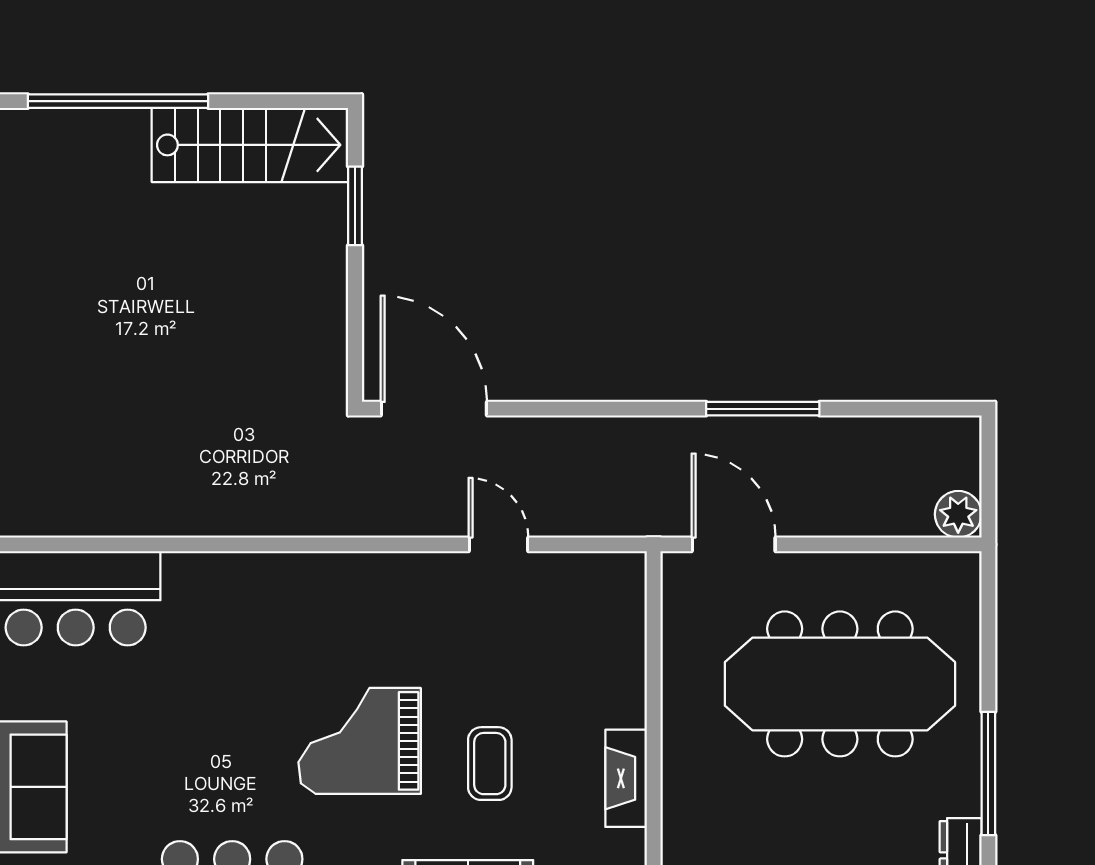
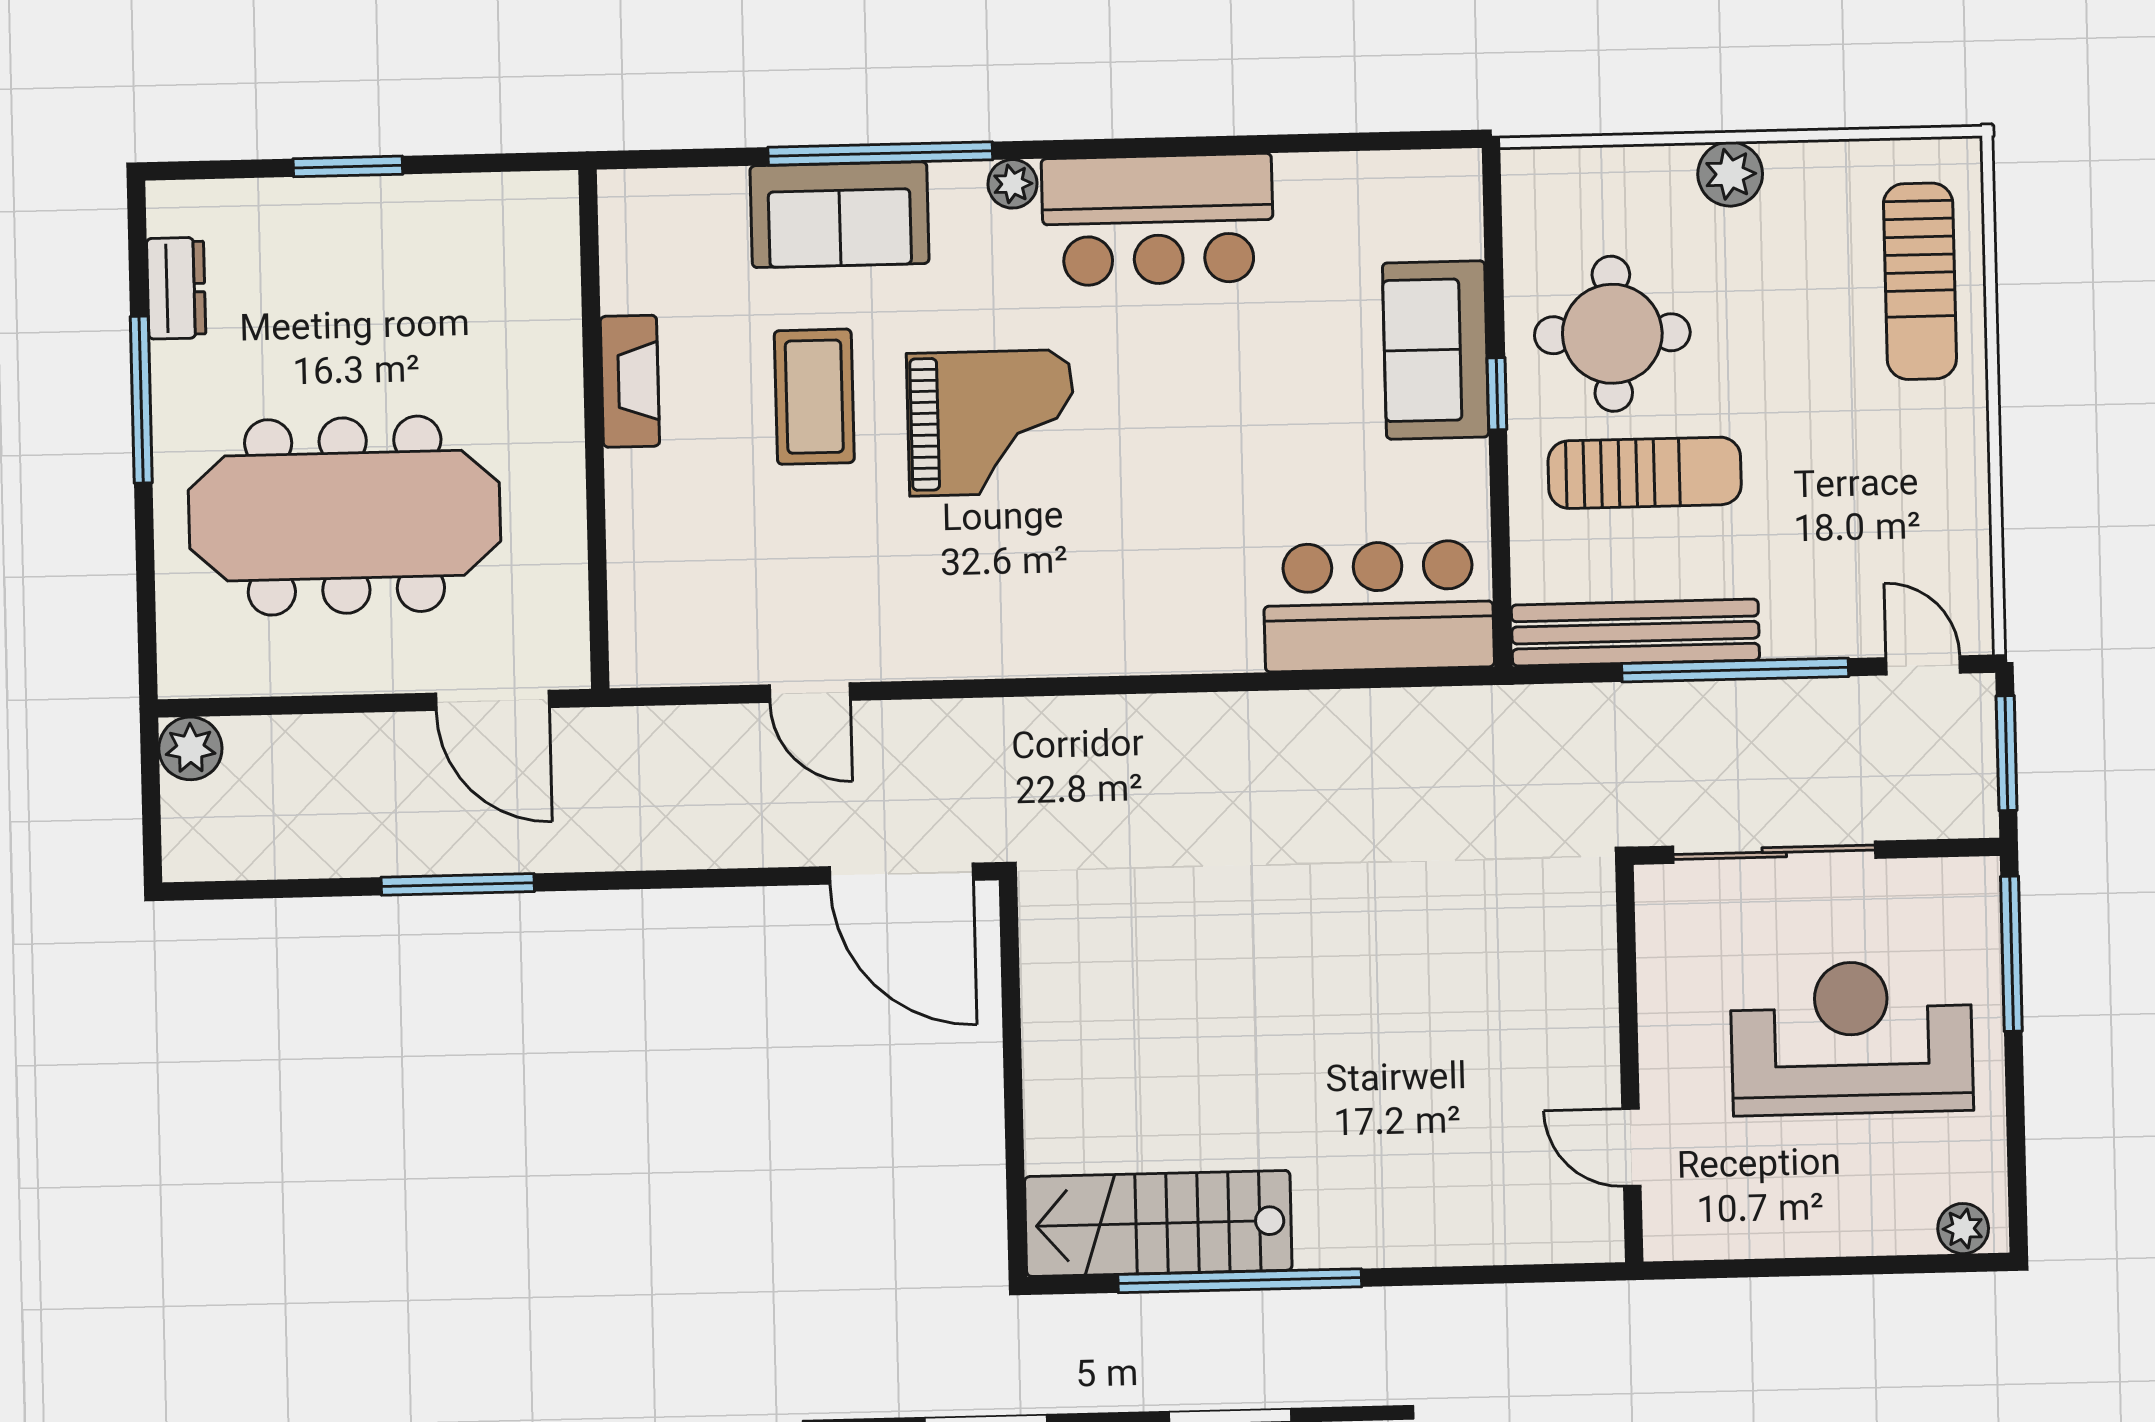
window: (118, 101) -> (1240, 1281), moved
window: (355, 206) -> (1014, 1145), removed
coffee table: (490, 764) -> (814, 397), width x1.36, depth x1.30

